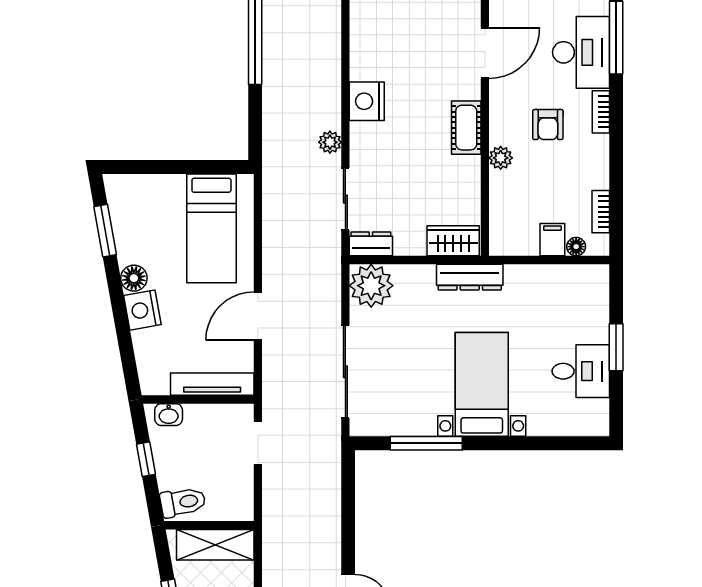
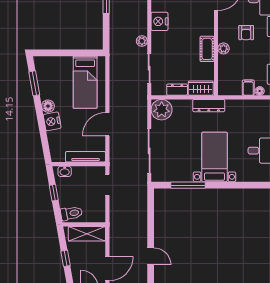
cot: (466, 128) -> (207, 49), moved
dresser: (371, 244) -> (177, 90), moved

